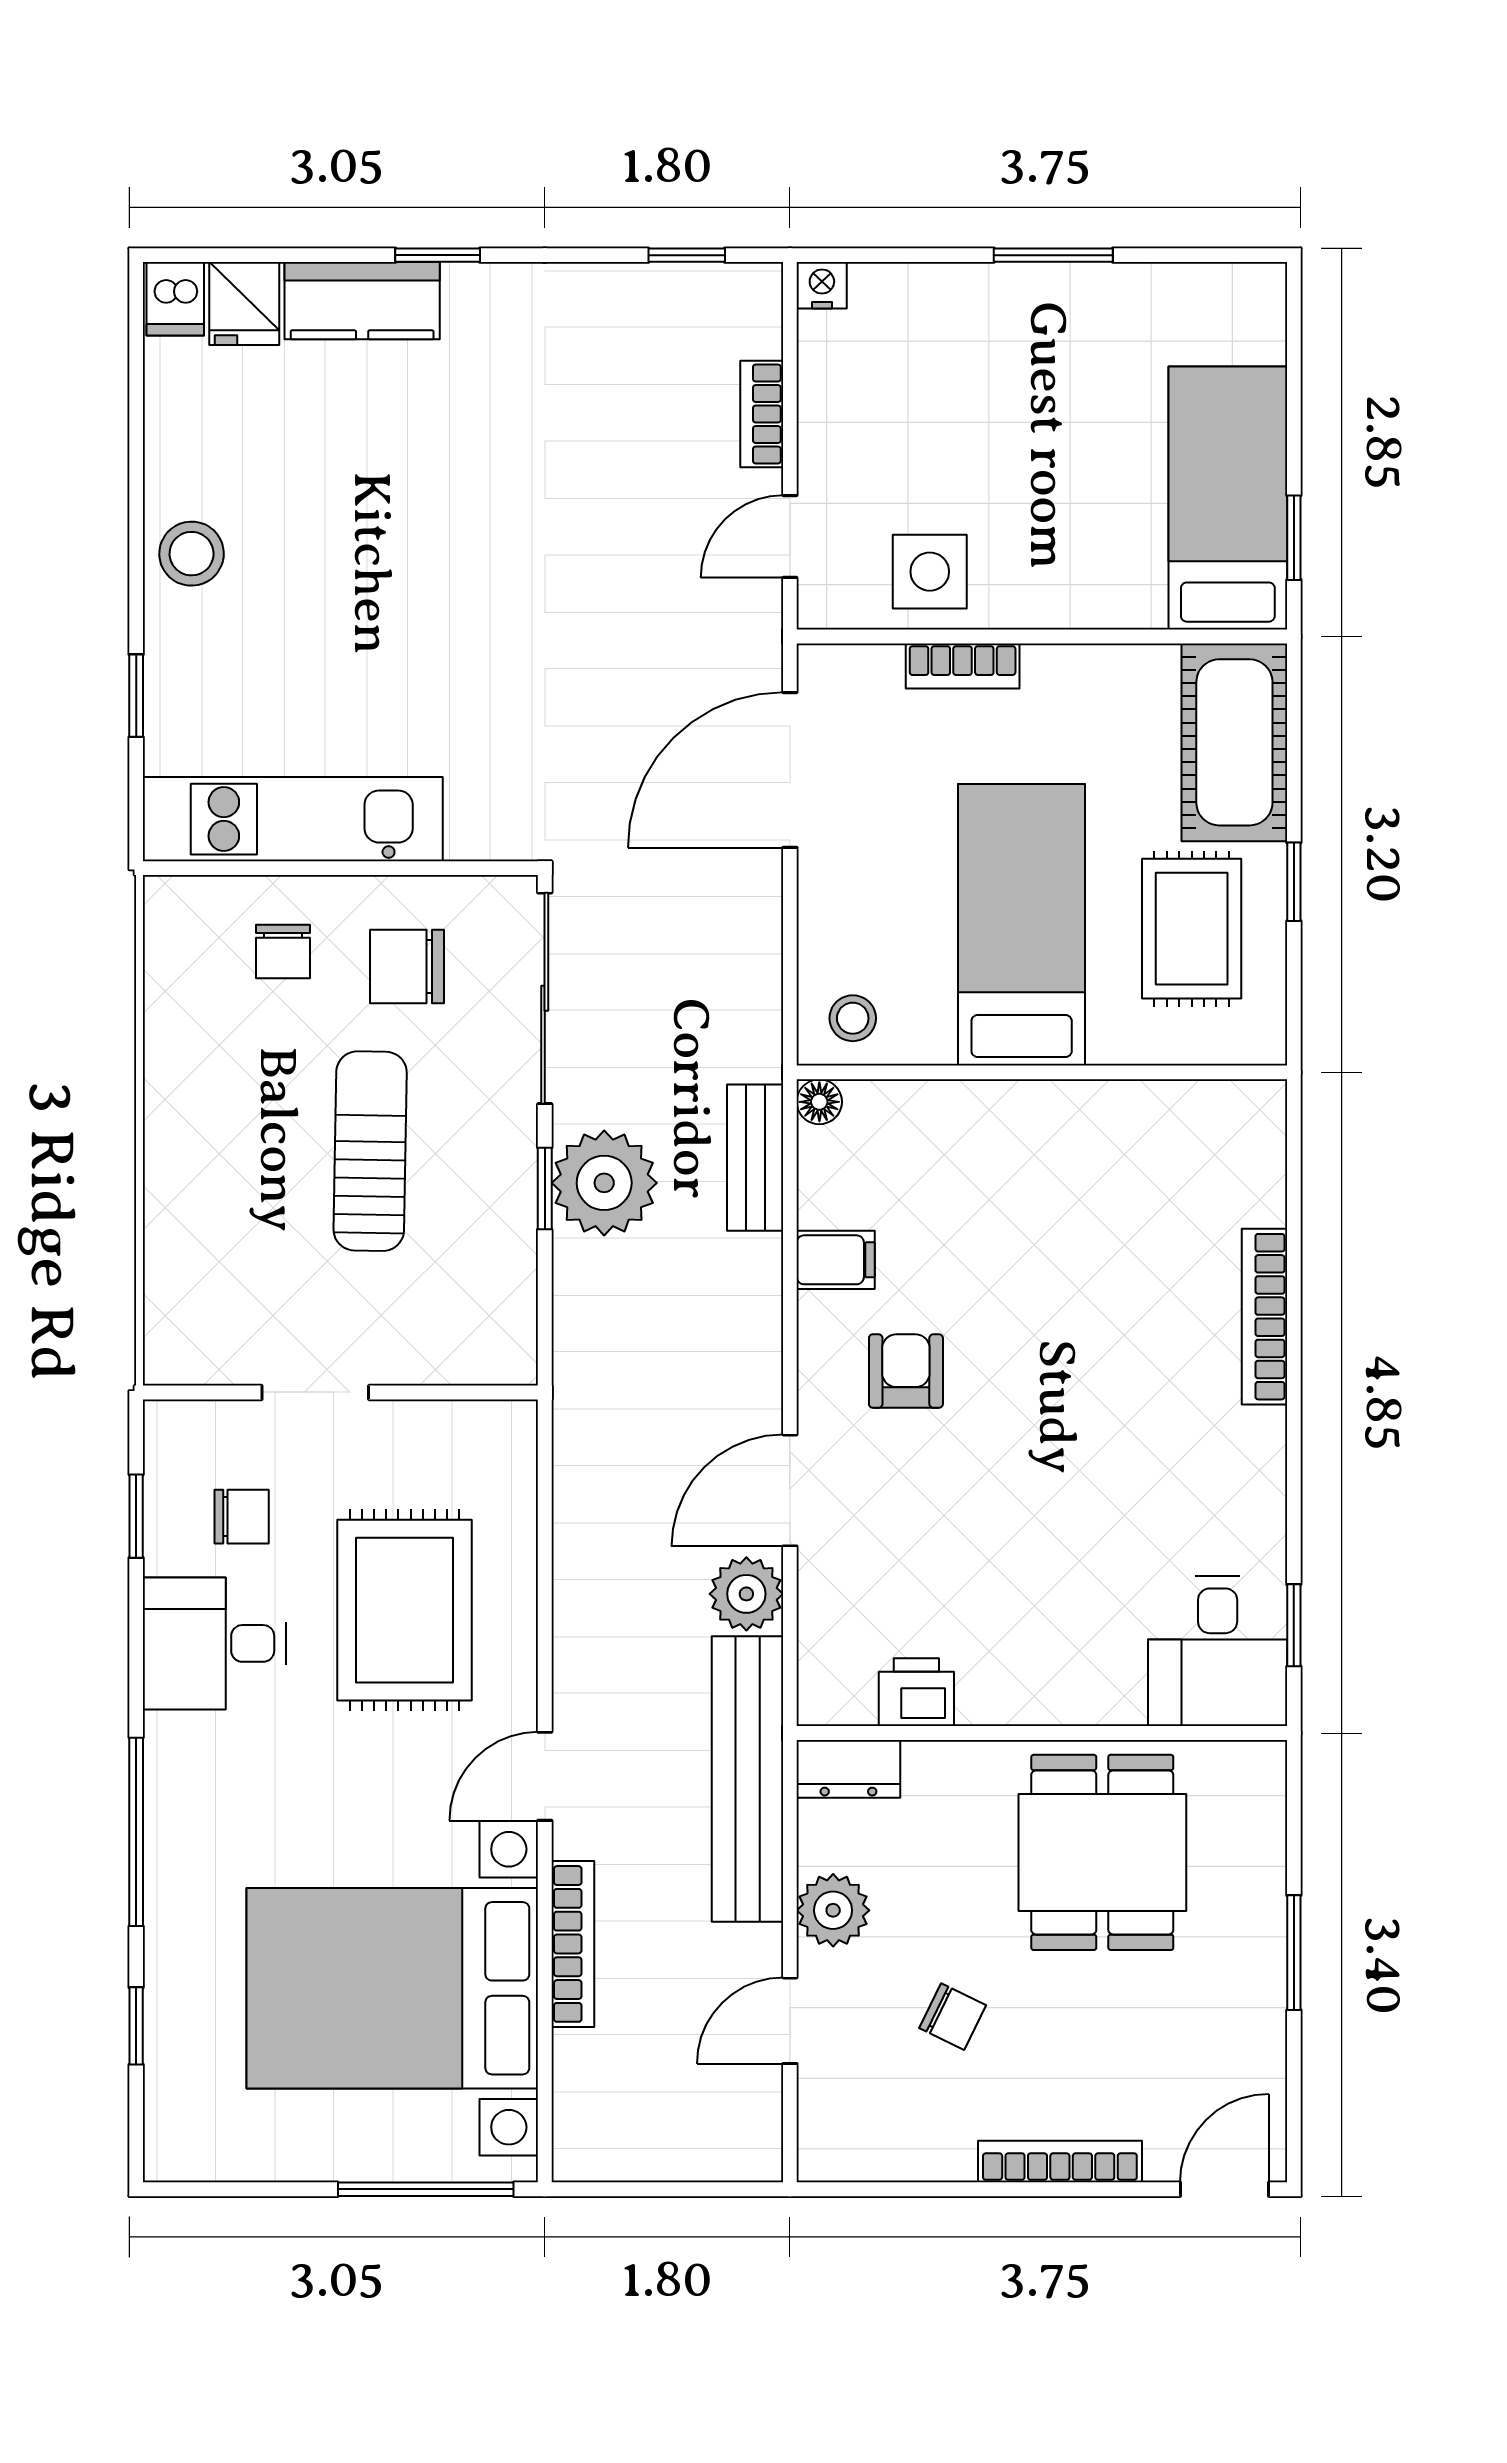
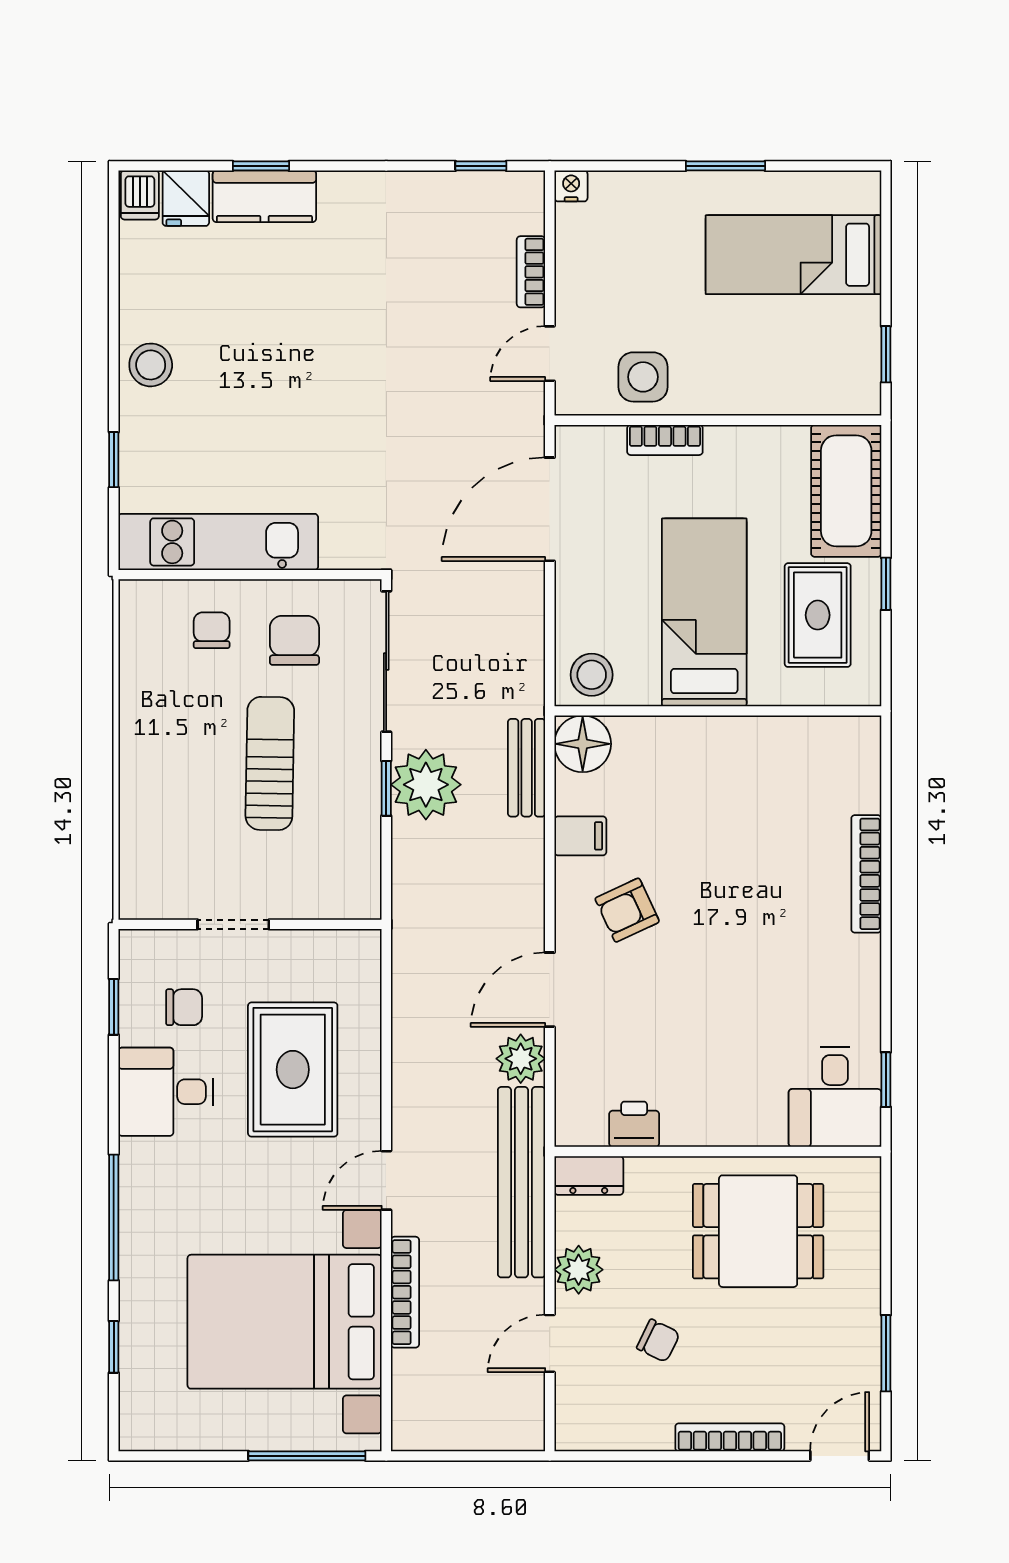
window: (438, 255) -> (261, 166), moved
bed: (1228, 498) -> (794, 255), moved, turned -90
chair: (283, 951) -> (212, 630), turned 180
chair: (407, 967) -> (294, 640), turned 90
stool: (853, 1018) -> (592, 675), width x1.37, depth x1.37
floor lamp: (819, 1102) -> (583, 744), width x1.89, depth x1.89
armchair: (906, 1371) -> (627, 910), turned -115
dining table: (1102, 1852) -> (758, 1231), turned 90
window: (1294, 1953) -> (886, 1353), moved

